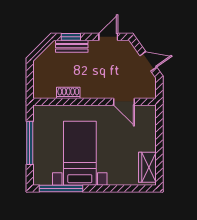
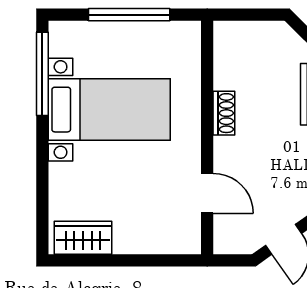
shoe rack: (68, 93) -> (224, 113), moved
door: (124, 102) -> (207, 193), swing flipped

